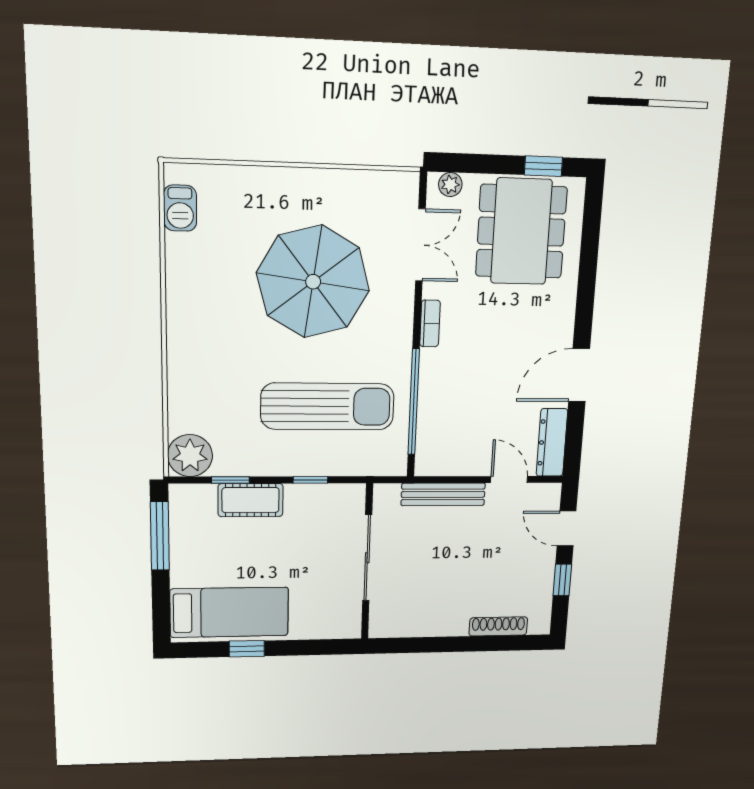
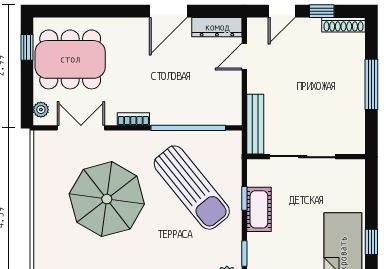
door: (579, 375) -> (168, 11), hinge flipped
sun lounger: (328, 406) -> (192, 188), turned 141
bench: (443, 494) -> (255, 124), moved
cot: (251, 500) -> (259, 209), moved
shoe rack: (498, 626) -> (344, 25), moved, turned -90
window: (461, 644) -> (371, 84), added

